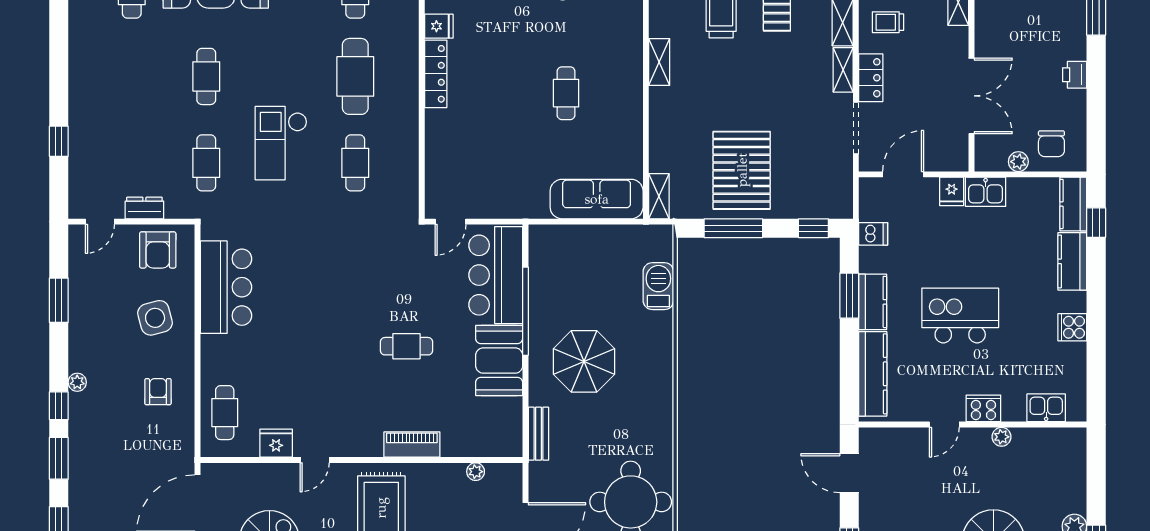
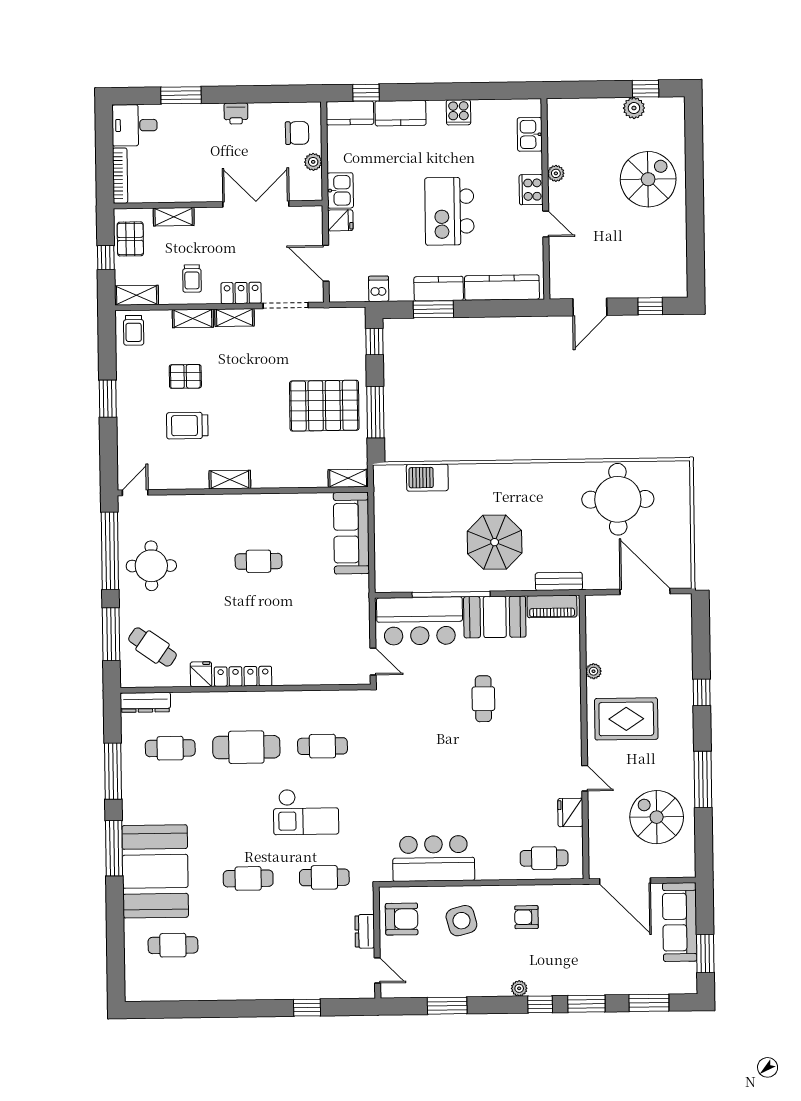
piano: (412, 445) -> (552, 606), moved, turned -90
plant: (476, 472) -> (594, 671), moved

